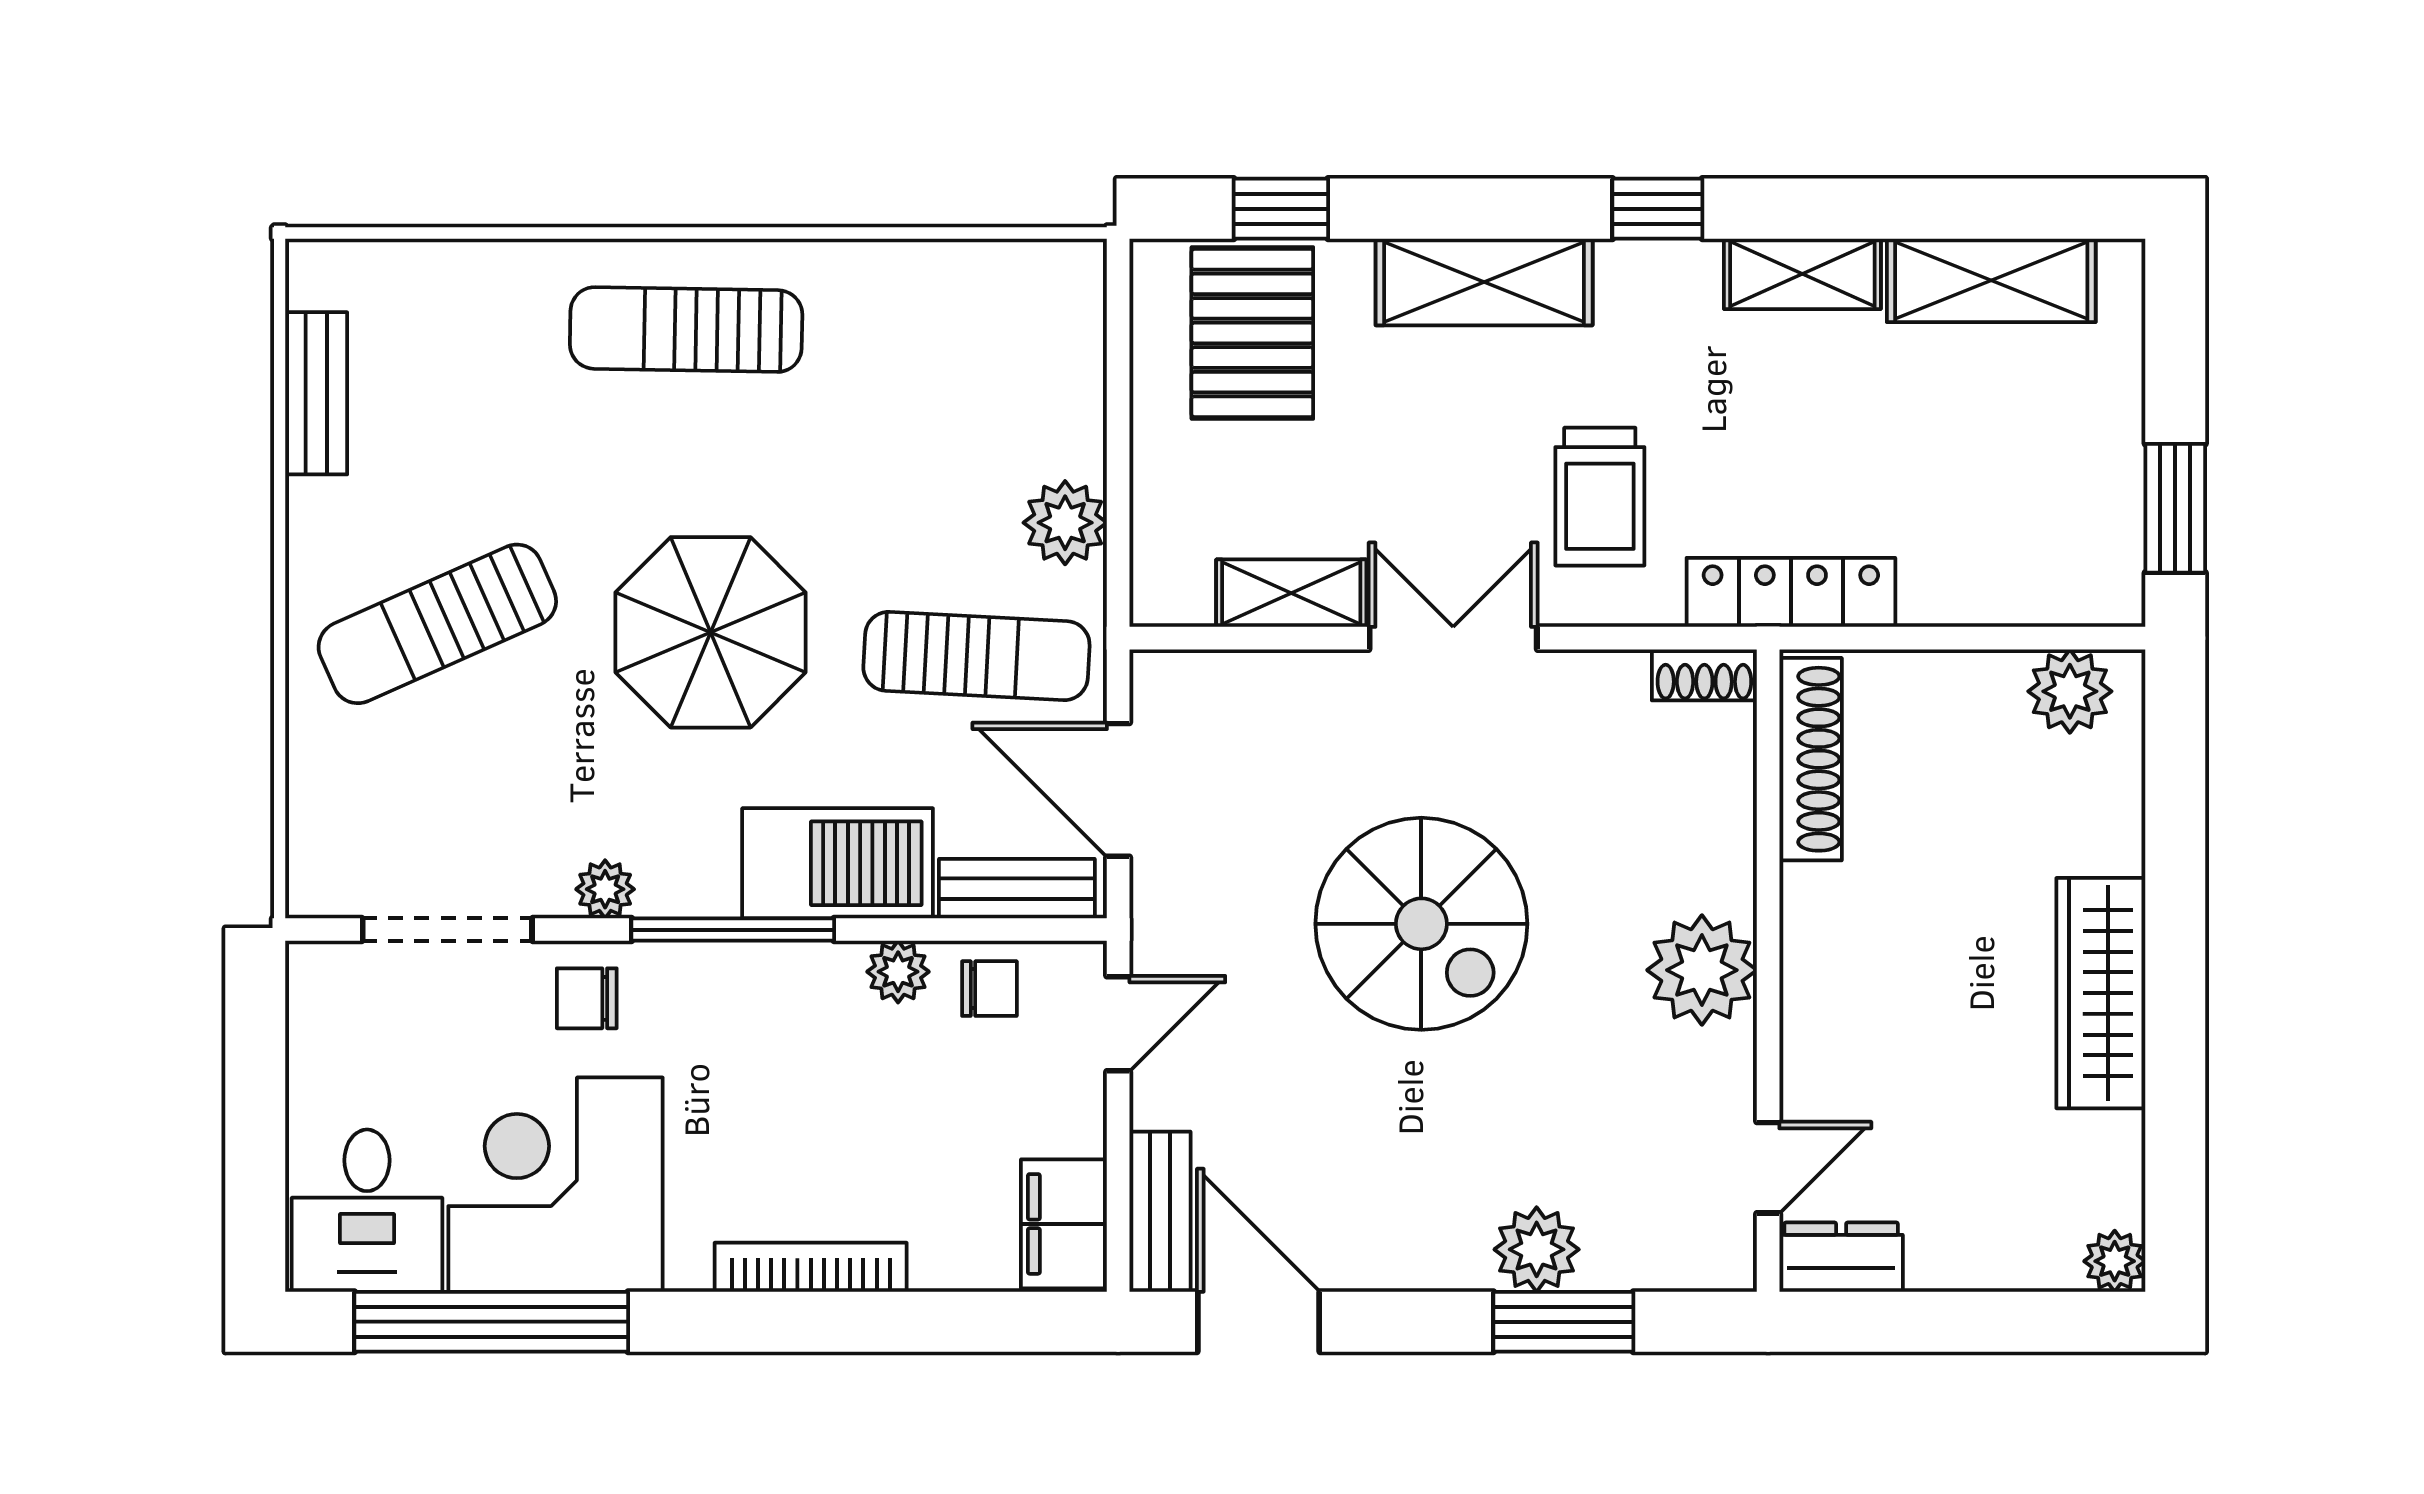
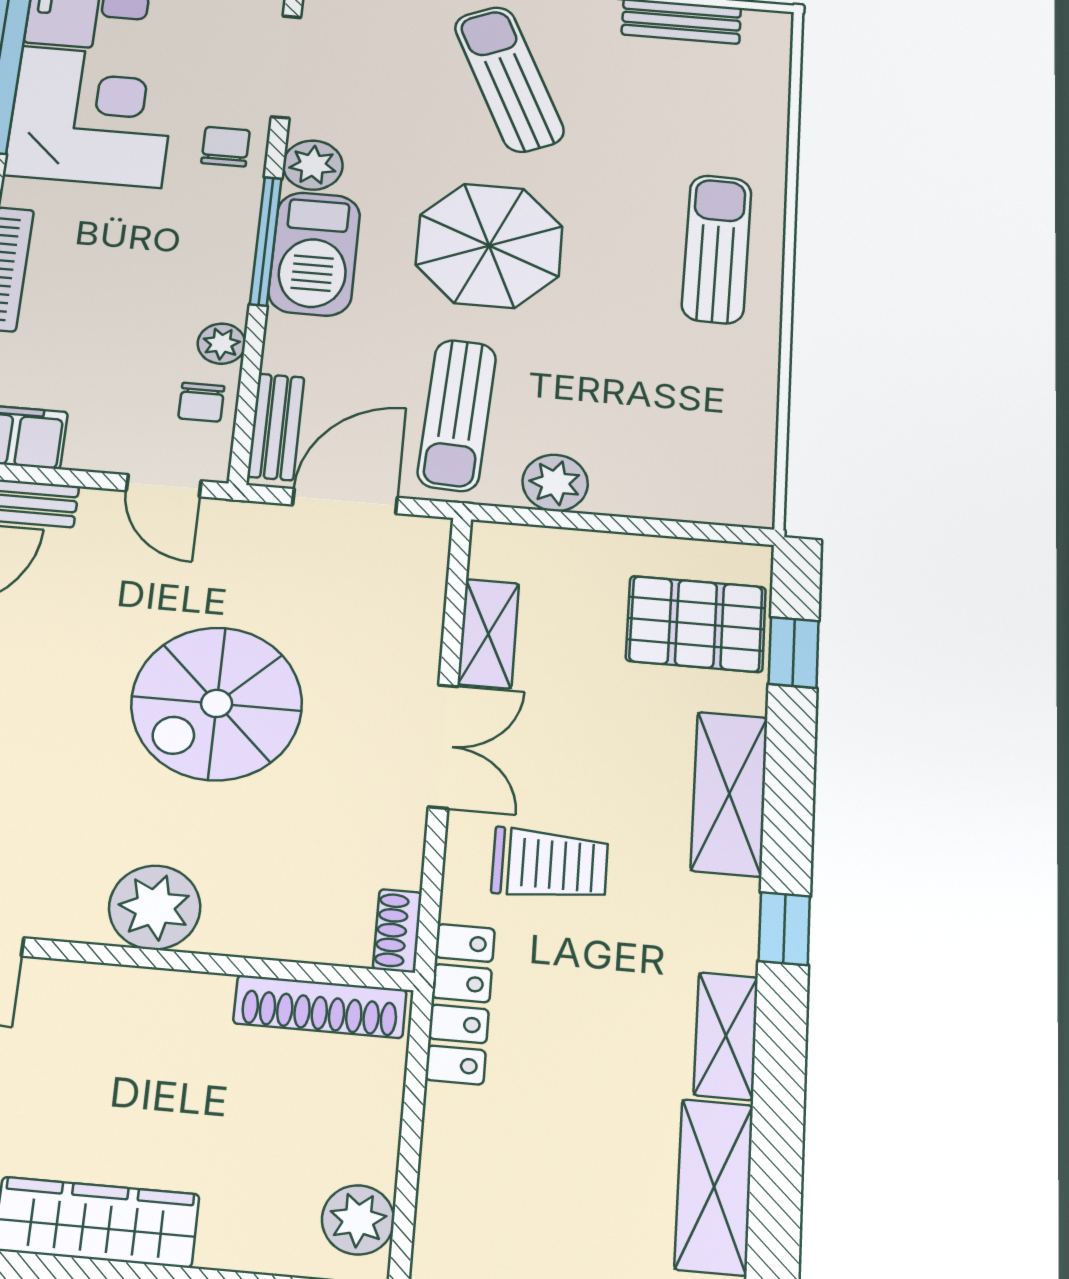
trolley: (1600, 497) -> (550, 864), turned 180
barbecue: (838, 863) -> (314, 254), moved
plant: (605, 889) -> (313, 165), width x1.38, depth x1.38

